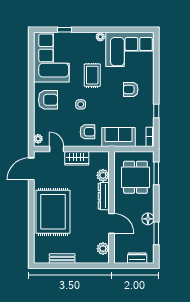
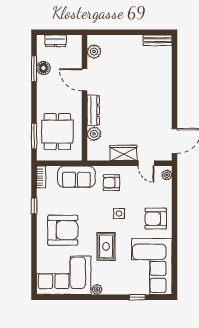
armchair: (131, 89) -> (63, 230), width x1.88, depth x1.88
rug: (53, 212) -> (150, 93), removed
floor lamp: (148, 219) -> (43, 68), moved
bench: (62, 259) -> (158, 40), moved

